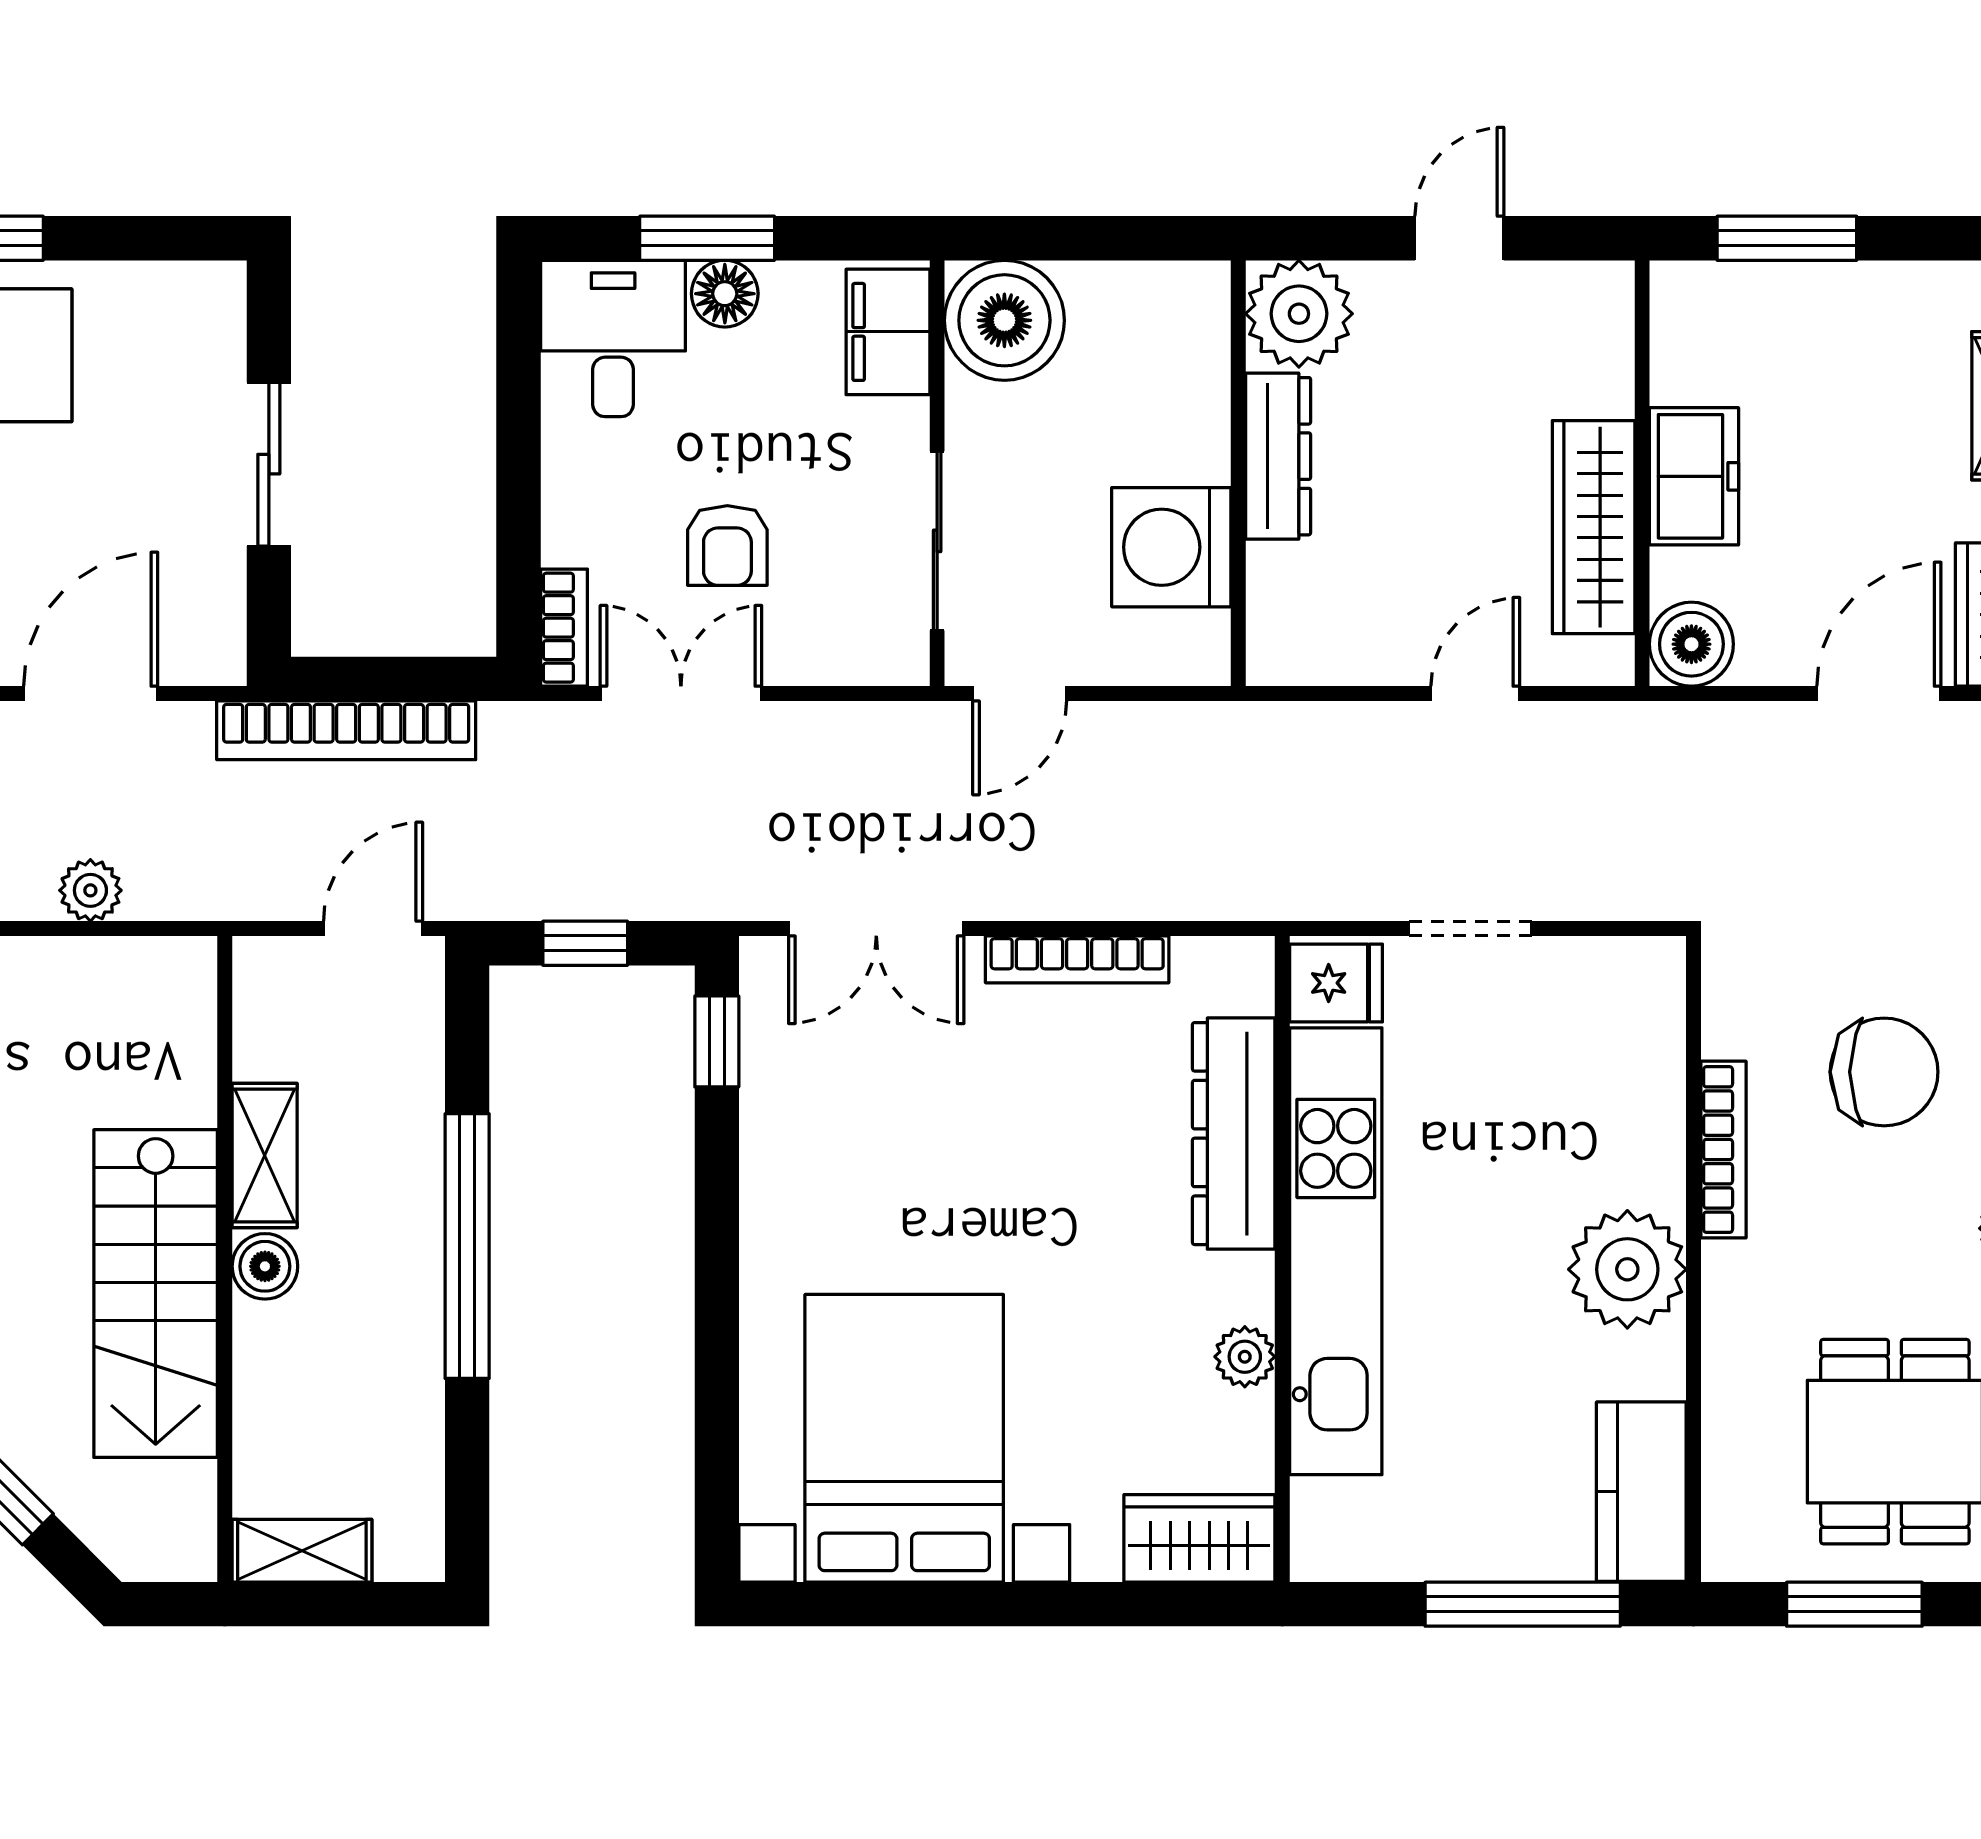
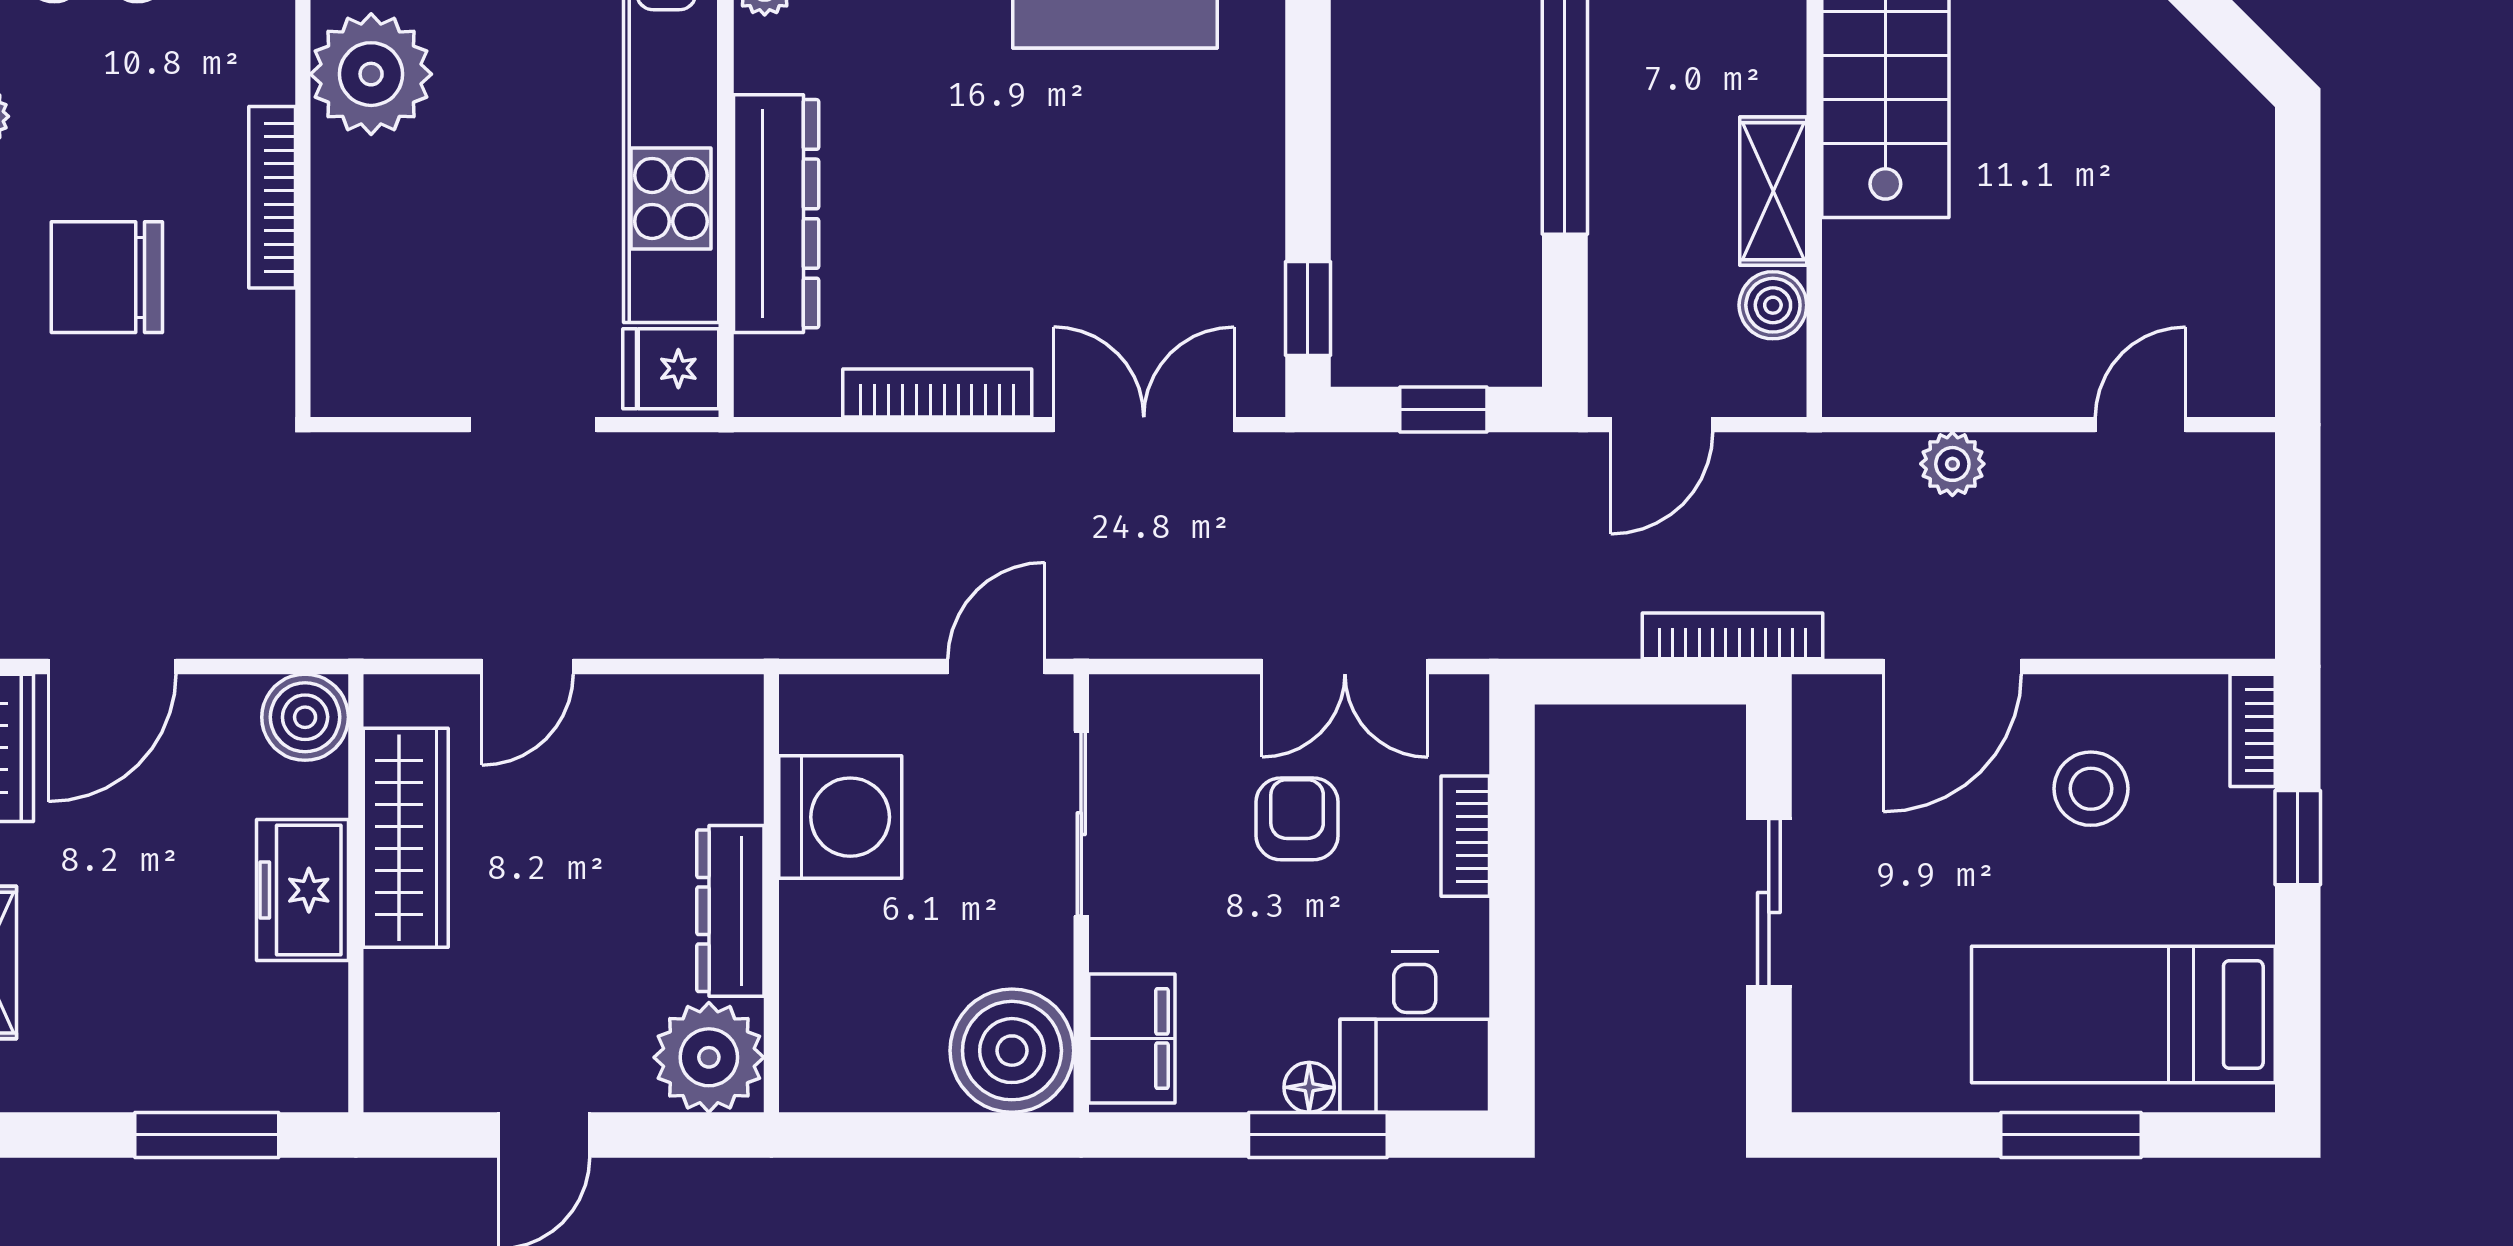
floor lamp: (725, 294) -> (1309, 1087), width x0.73, depth x0.73
bookcase: (564, 628) -> (1465, 836), moved
bookcase: (346, 730) -> (1732, 636), width x0.68, depth x0.76
boiler: (265, 1266) -> (1773, 305), moved

